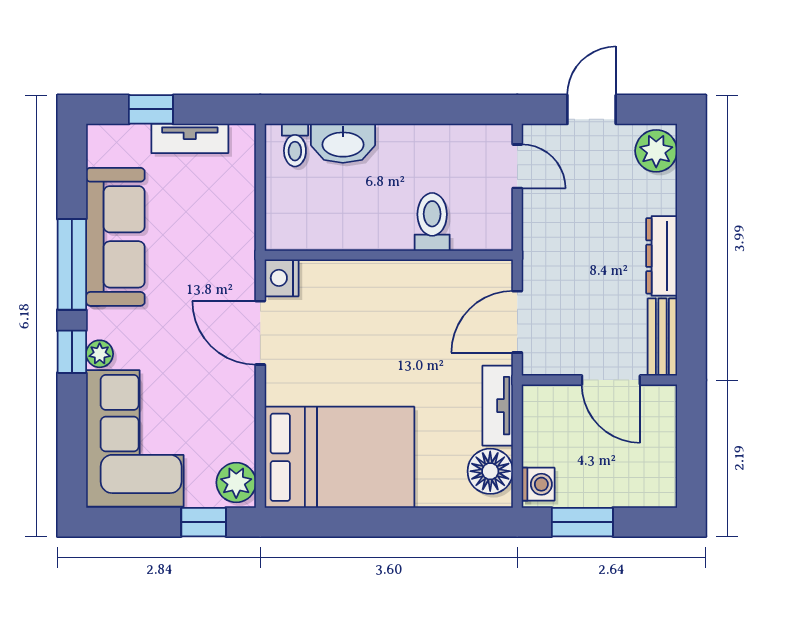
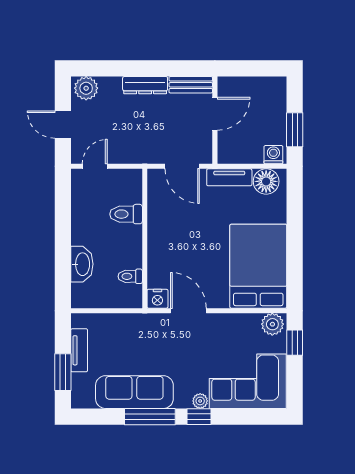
window: (151, 109) -> (63, 372), width x1.50
toilet: (295, 145) -> (130, 276), moved, turned 180
door: (260, 333) -> (188, 311), swing flipped

